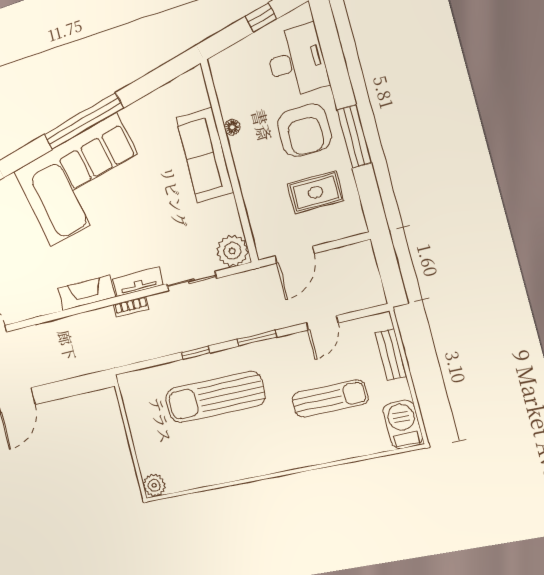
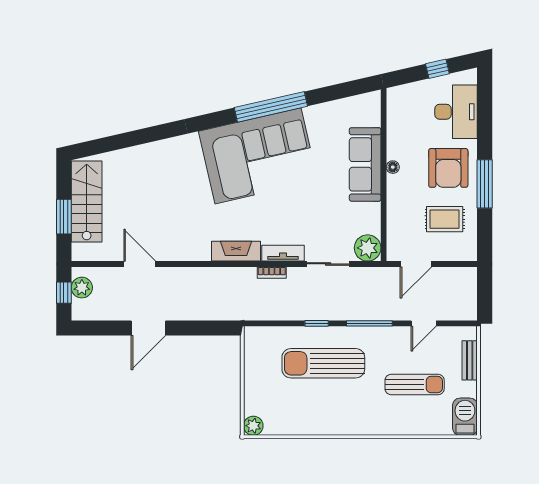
floor lamp: (232, 127) -> (393, 167), moved
window: (257, 338) -> (369, 323), width x1.44

